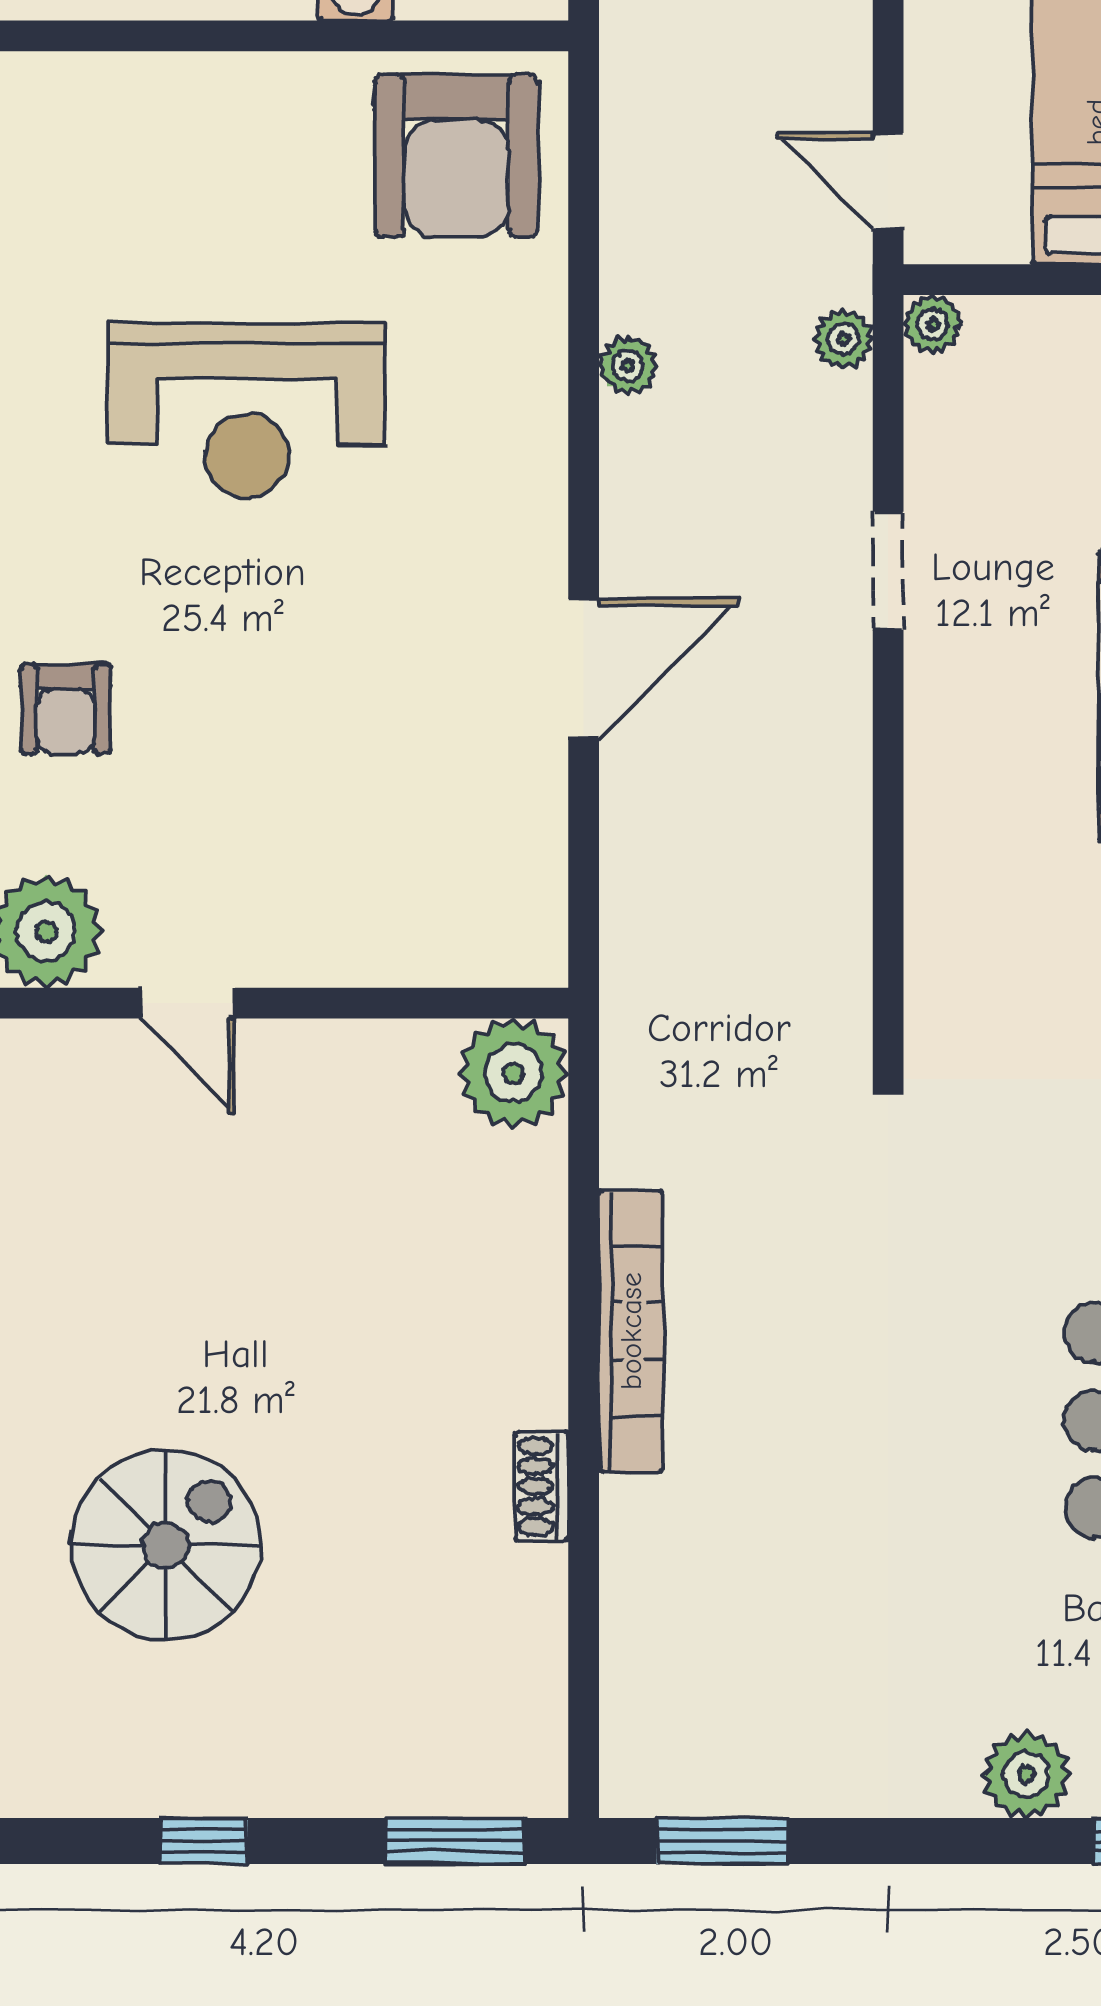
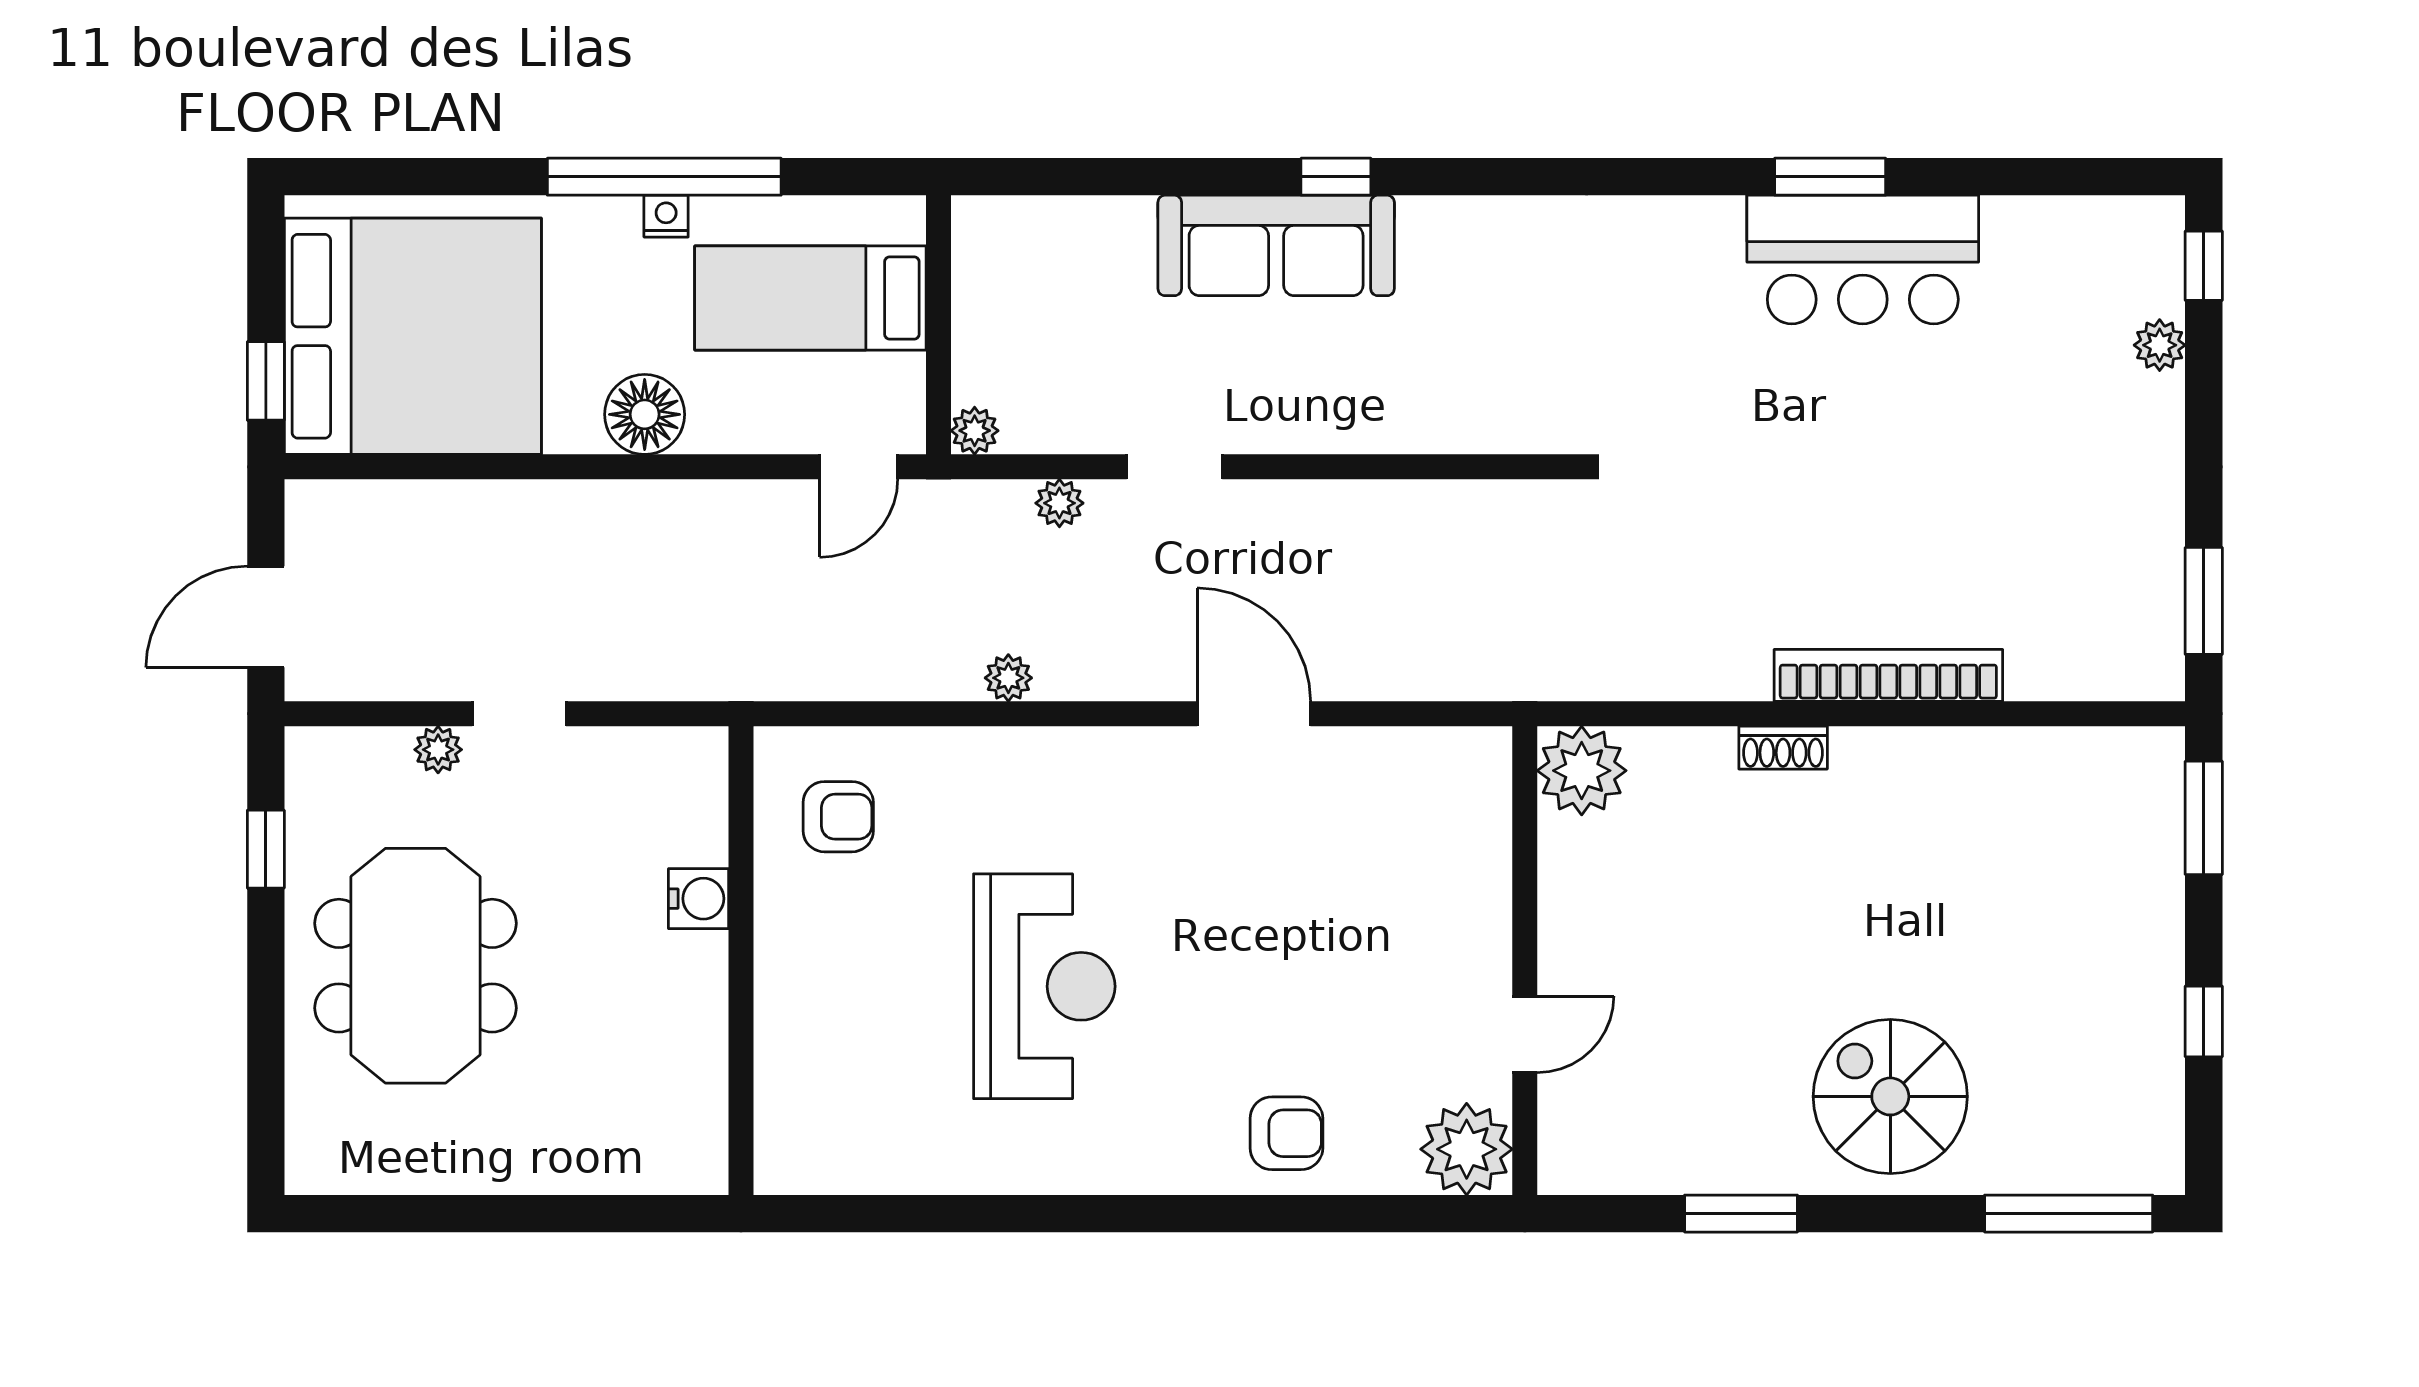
armchair: (456, 156) -> (838, 817), width x0.53, depth x0.53
plant: (844, 339) -> (1059, 503), moved
bookcase: (631, 1331) -> (1888, 675), moved
shoe rack: (542, 1486) -> (1783, 748), moved
spiral stairs: (166, 1545) -> (1890, 1096), moved
plant: (1027, 1775) -> (2160, 345), width x0.73, depth x0.73

